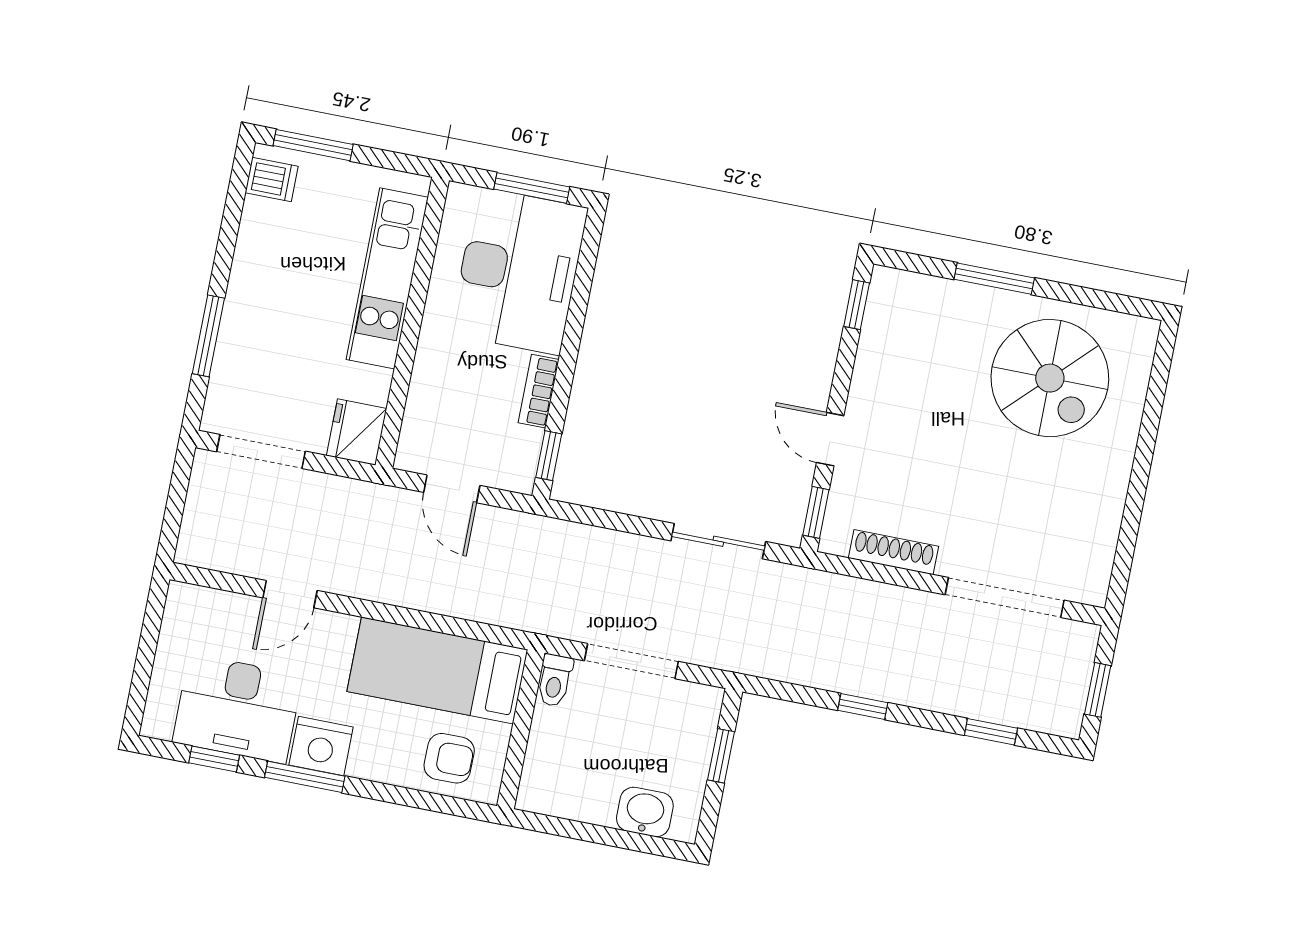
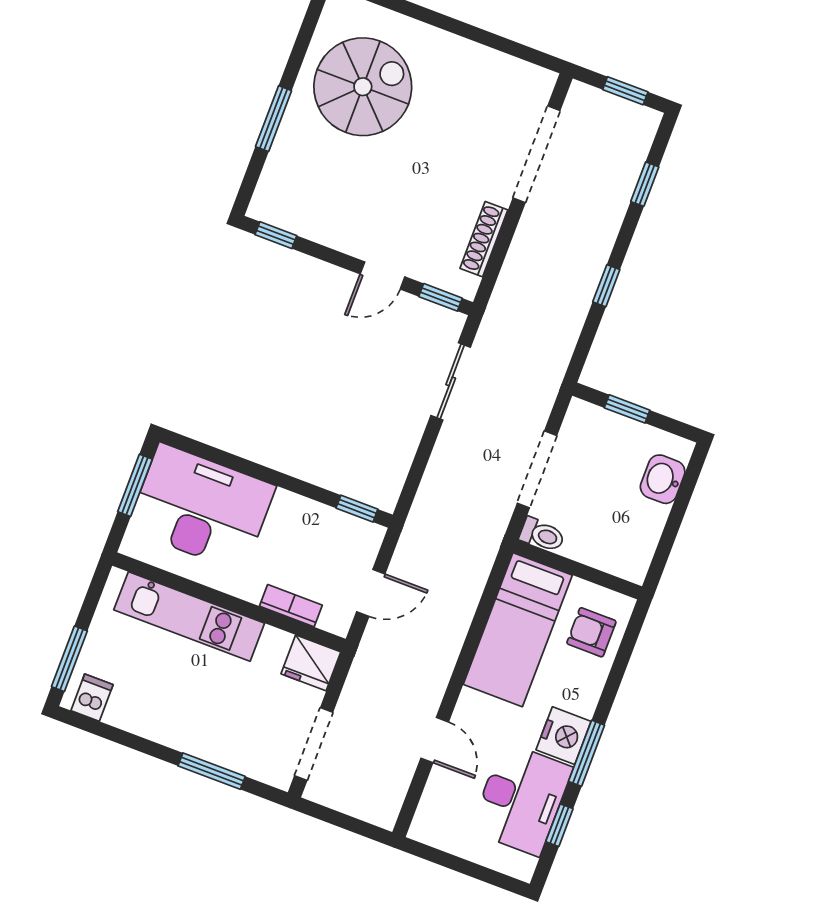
bookcase: (539, 391) -> (291, 606), moved, turned 180
armchair: (449, 758) -> (591, 632), turned -90

